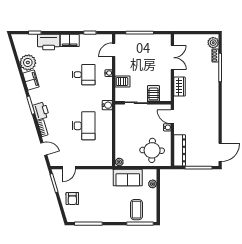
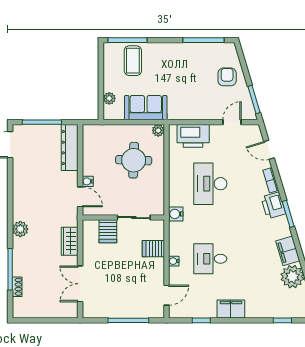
printer: (49, 42) -> (193, 136), moved, turned 180
plant: (213, 43) -> (20, 229), moved
round table: (152, 150) -> (134, 160), moved

